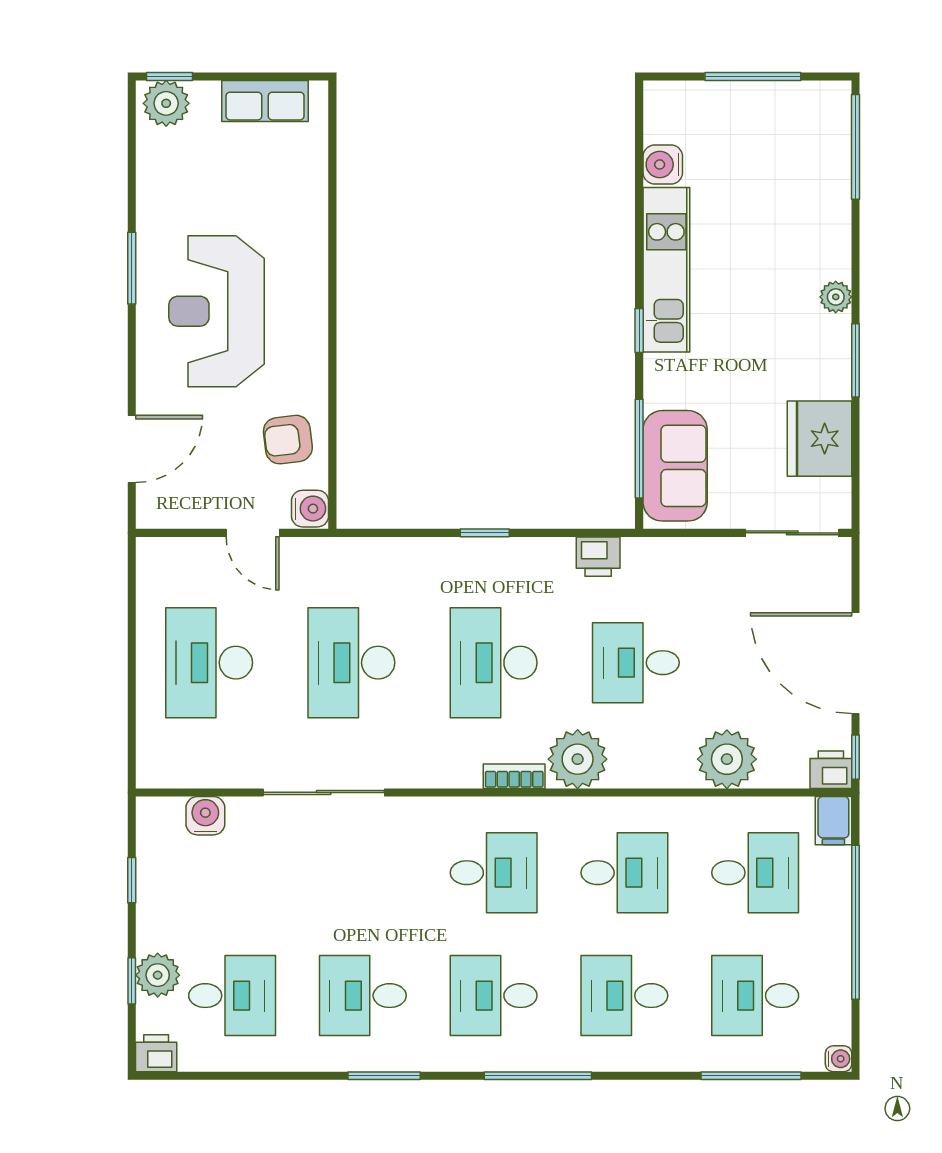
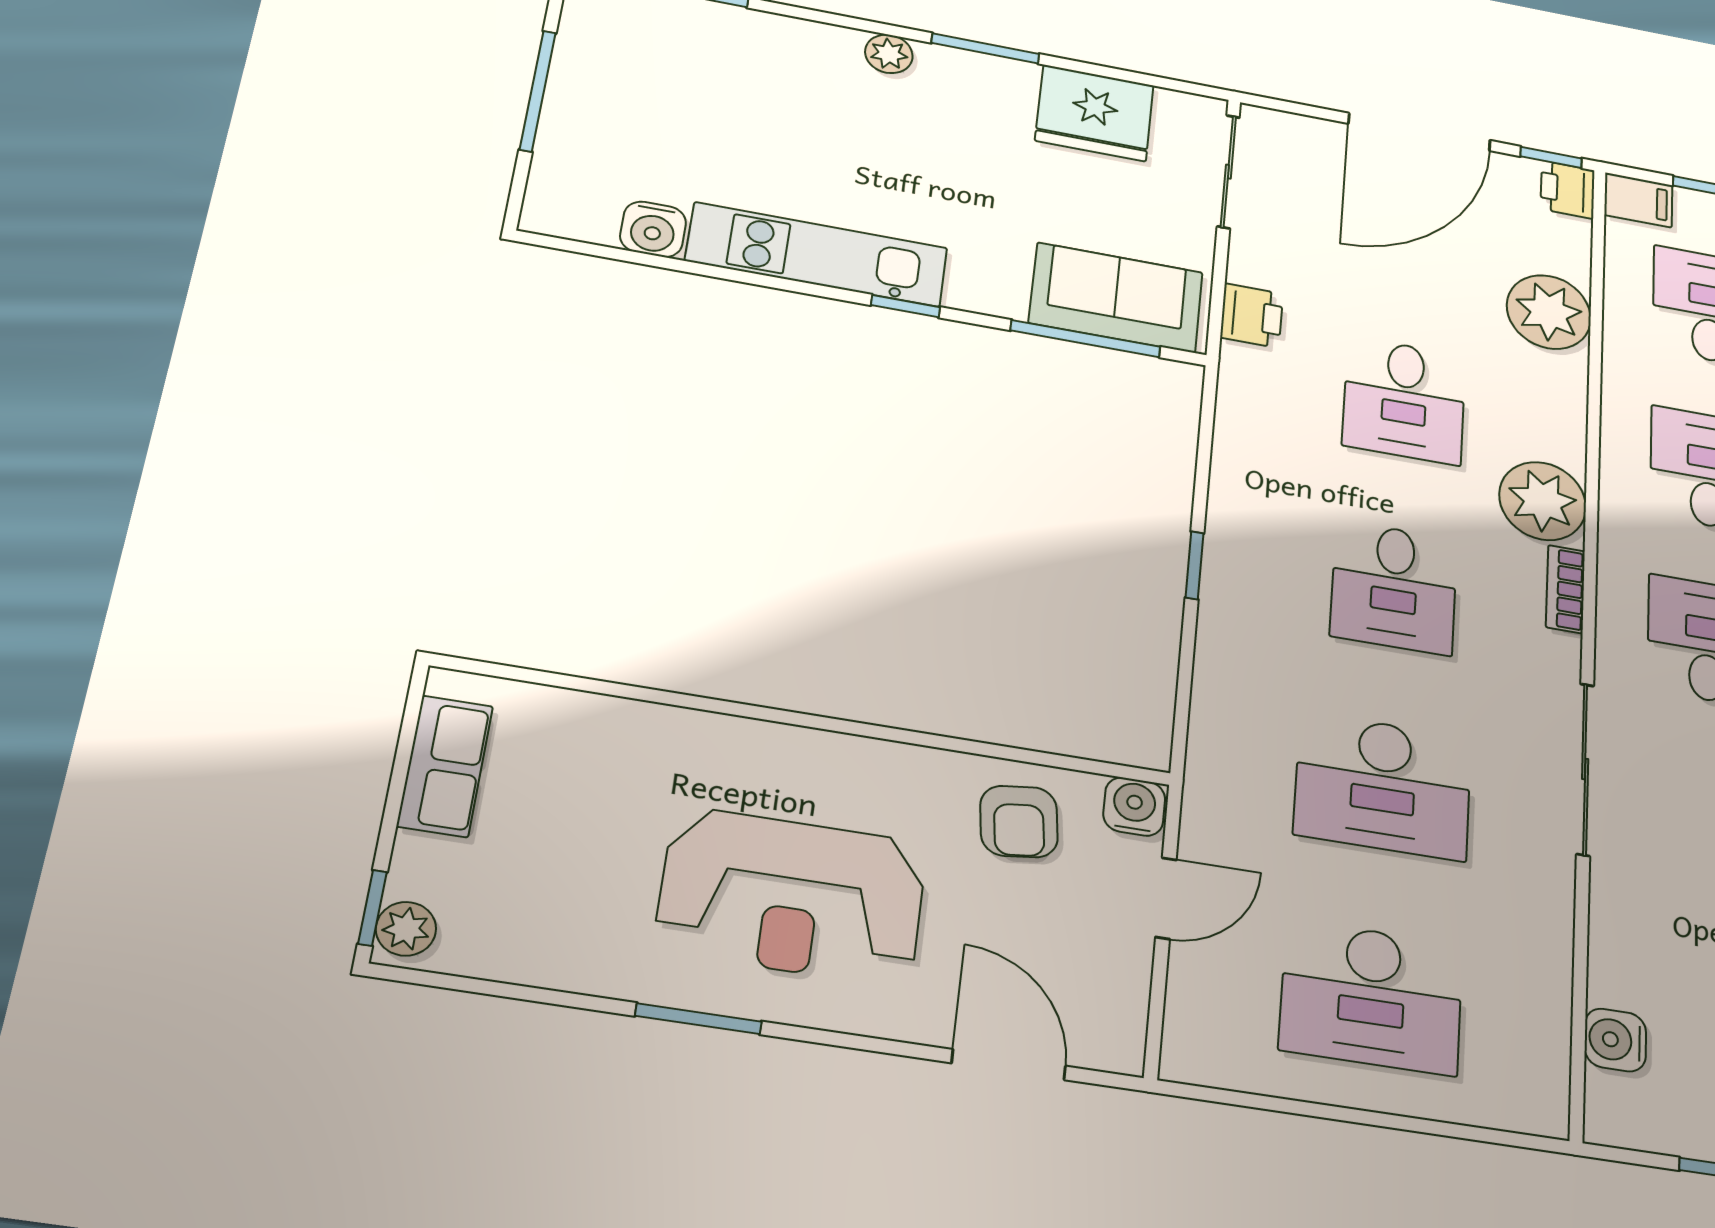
plant: (166, 103) -> (406, 929), width x0.73, depth x0.73
printer: (598, 557) -> (1252, 316), moved
desk: (494, 663) -> (1394, 587), width x0.73
sliding door: (324, 792) -> (1585, 769), moved

